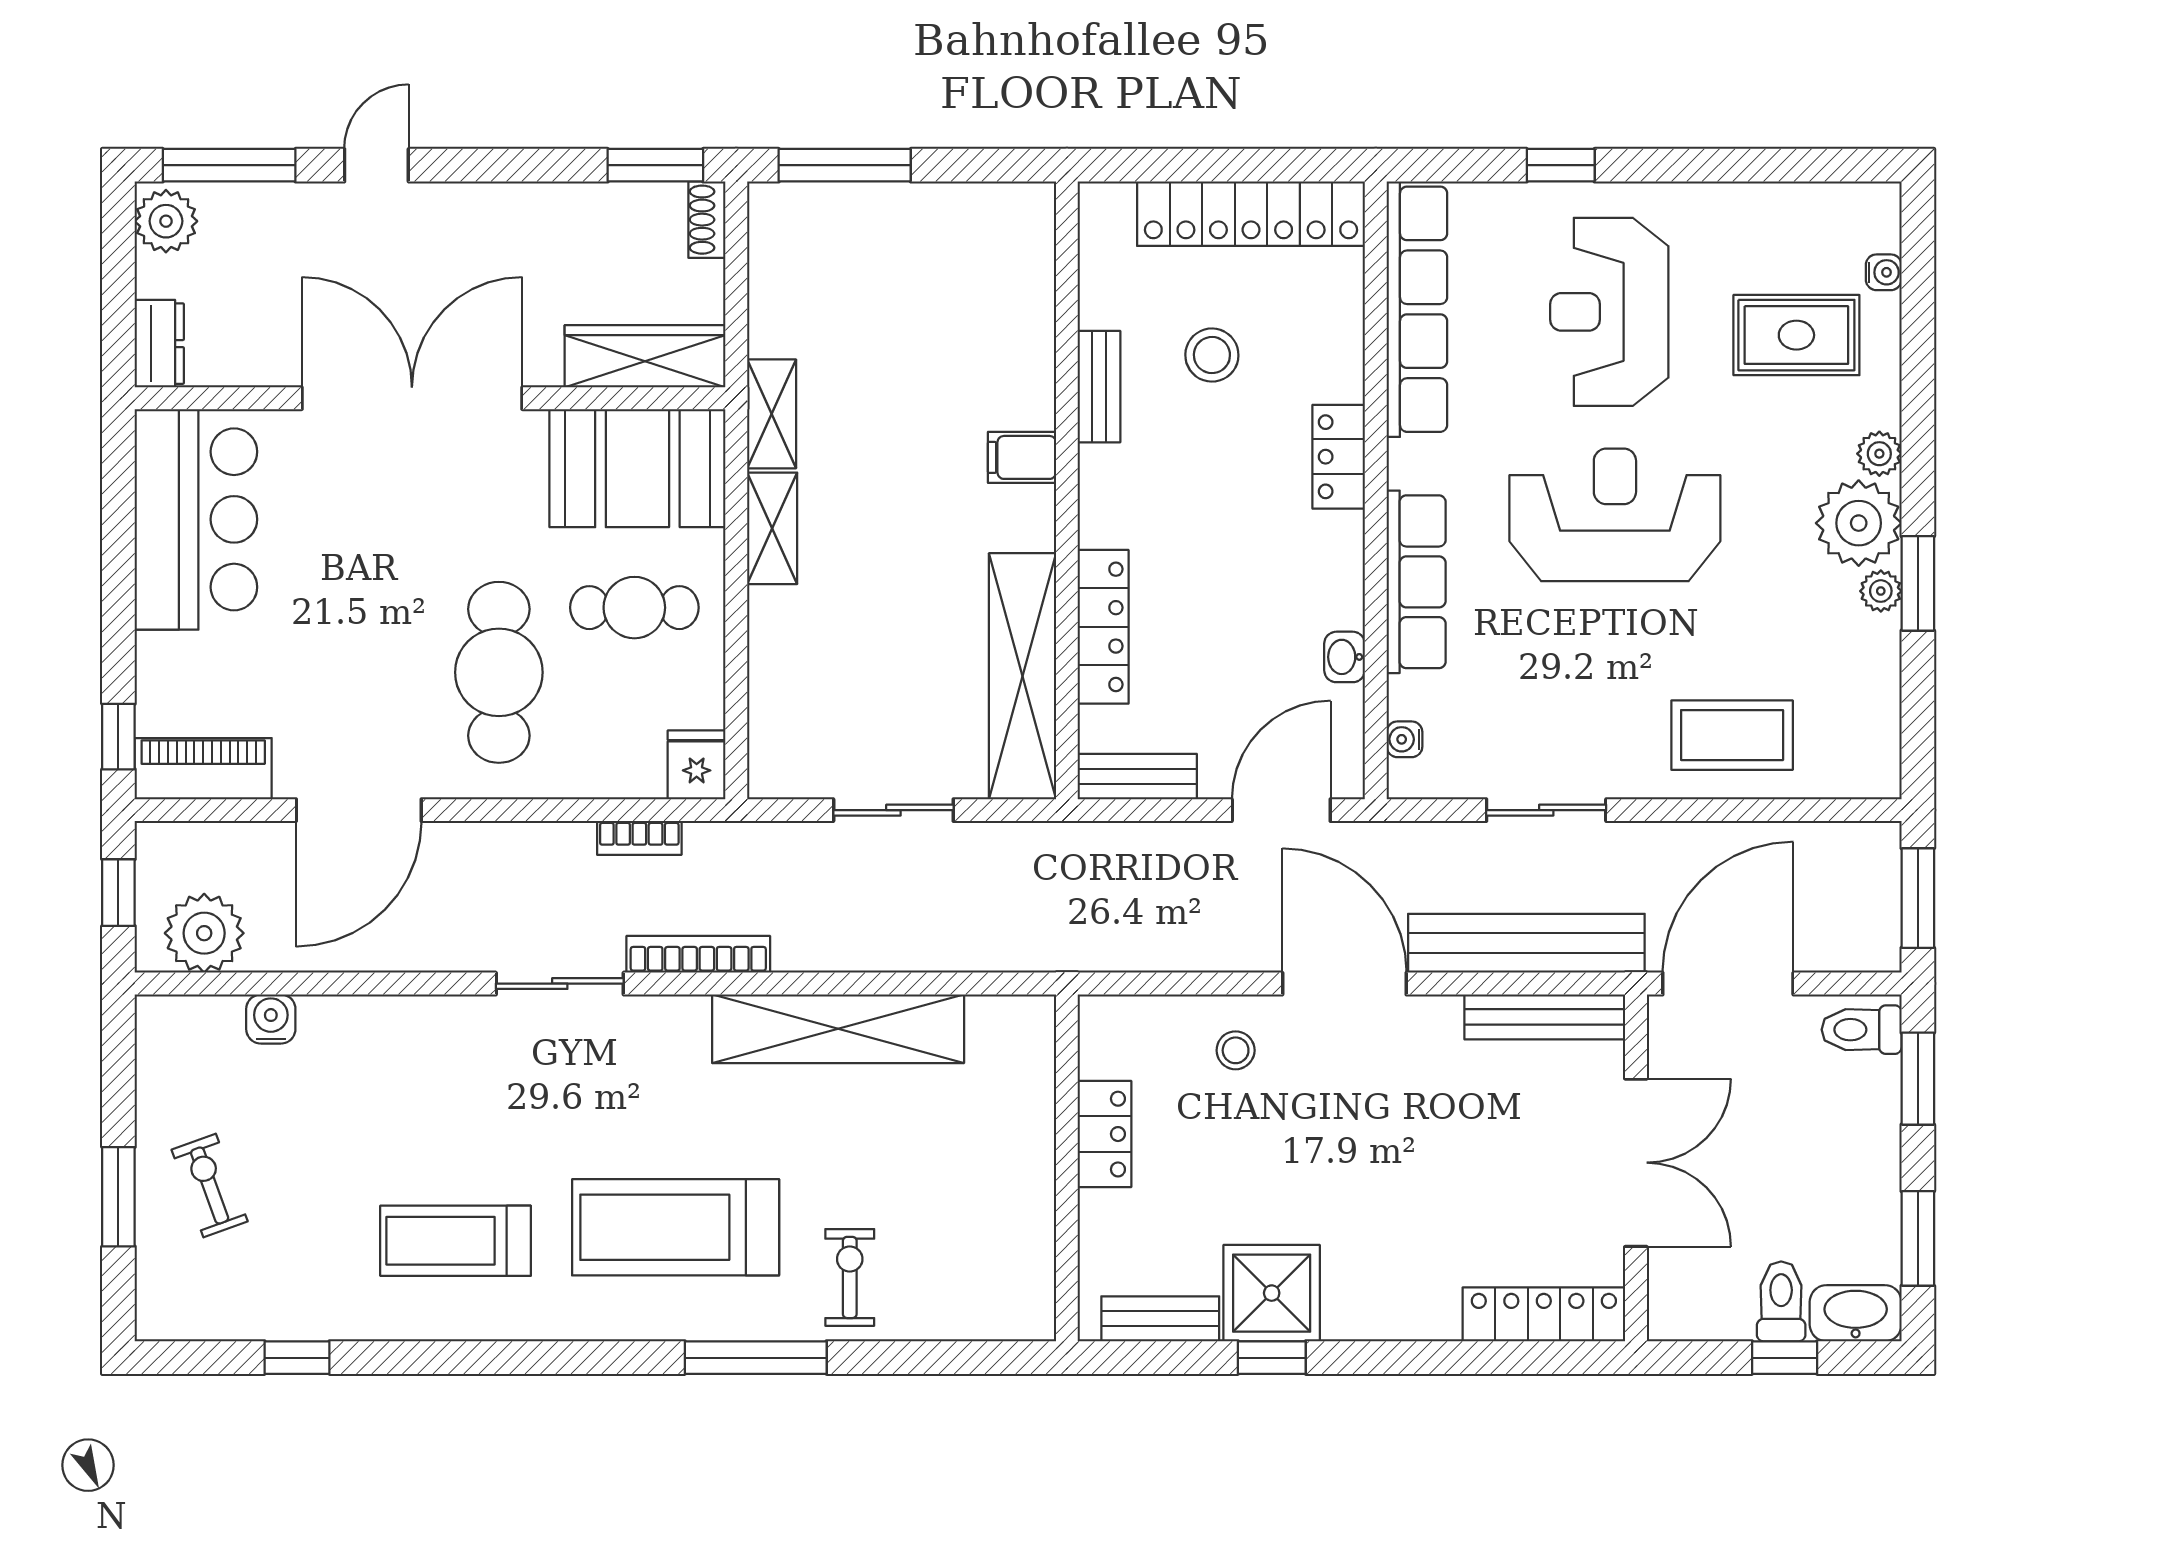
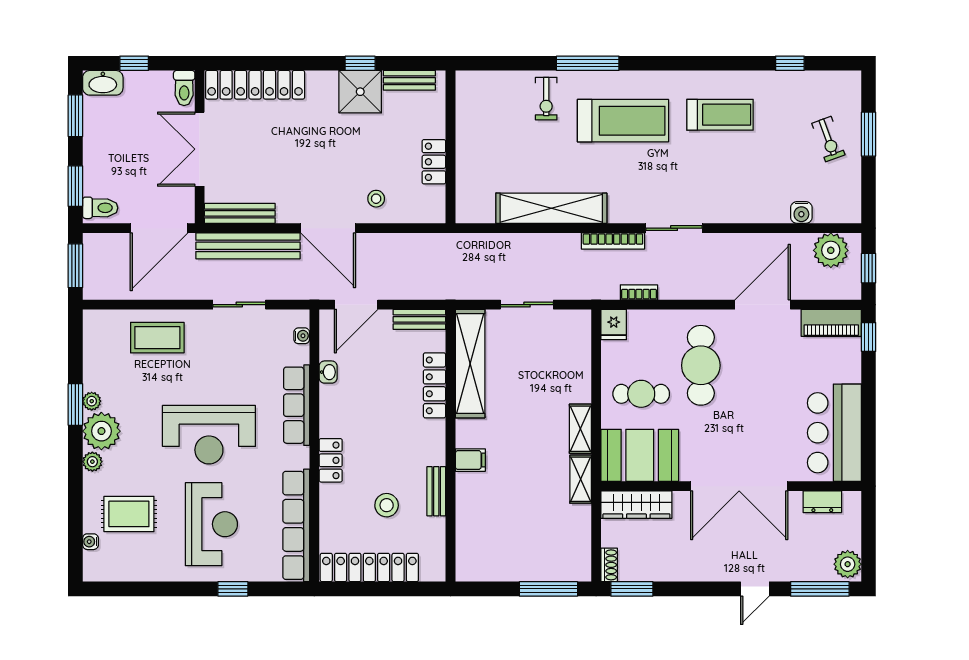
dresser: (159, 344) -> (822, 502), moved, turned -90
toilet: (1781, 1301) -> (184, 88), moved
locker: (1544, 1314) -> (255, 85), width x1.41, depth x1.21

